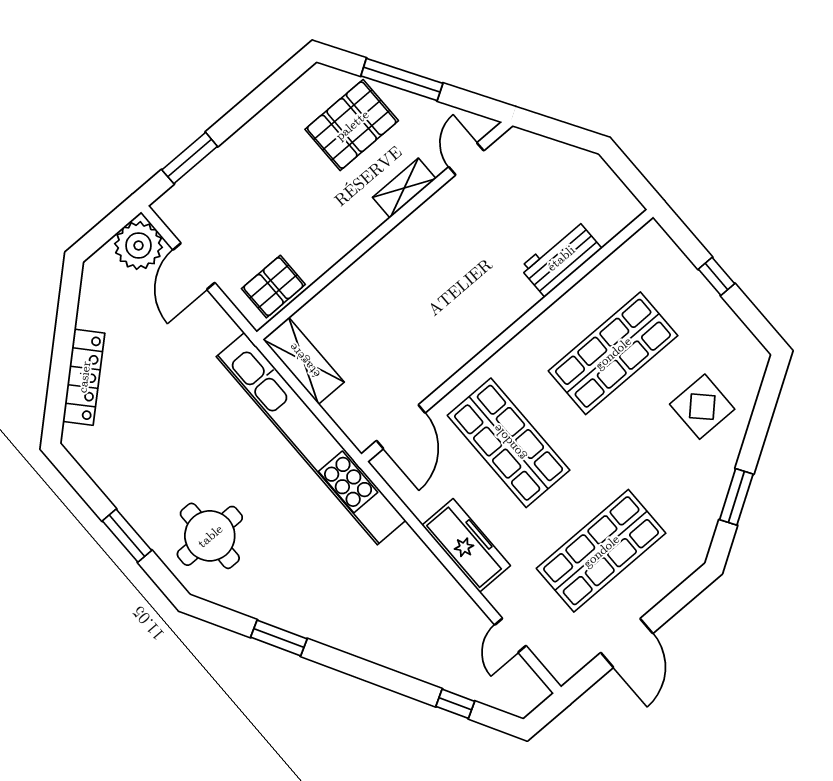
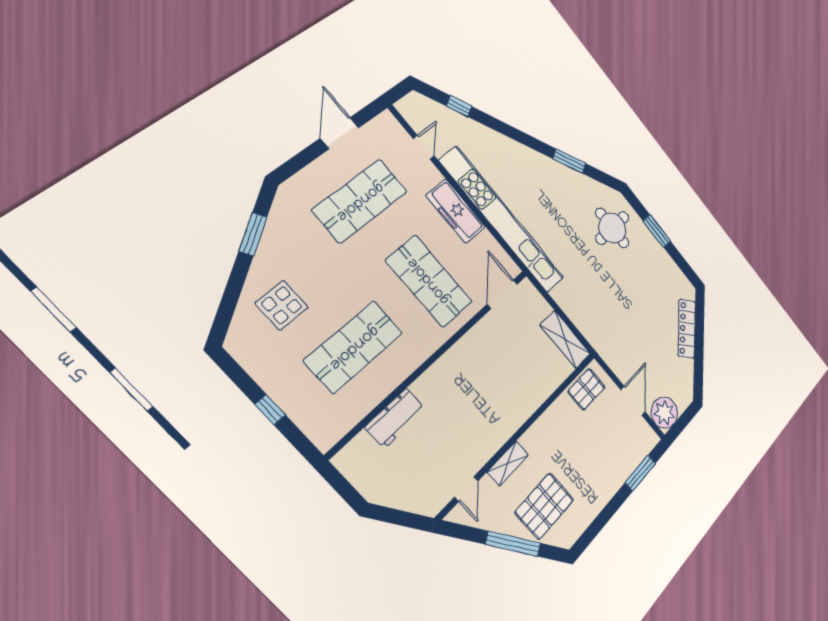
kitchen unit: (311, 439) -> (502, 220), moved

